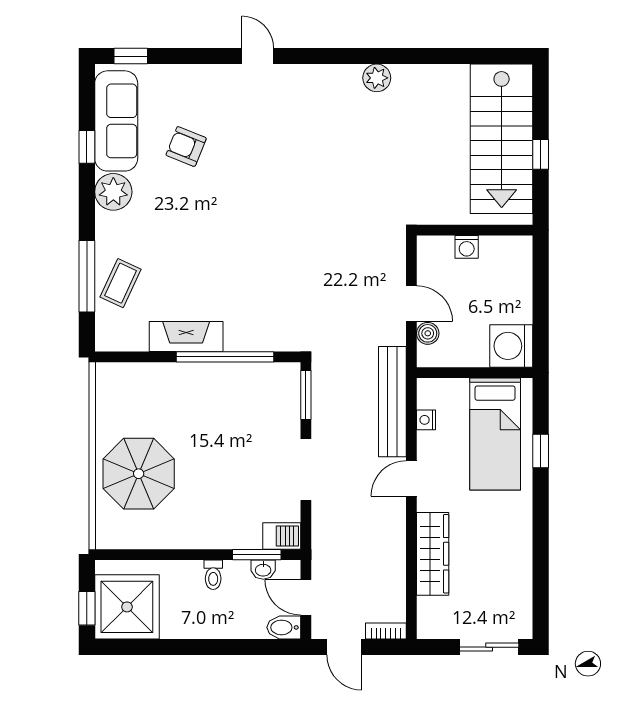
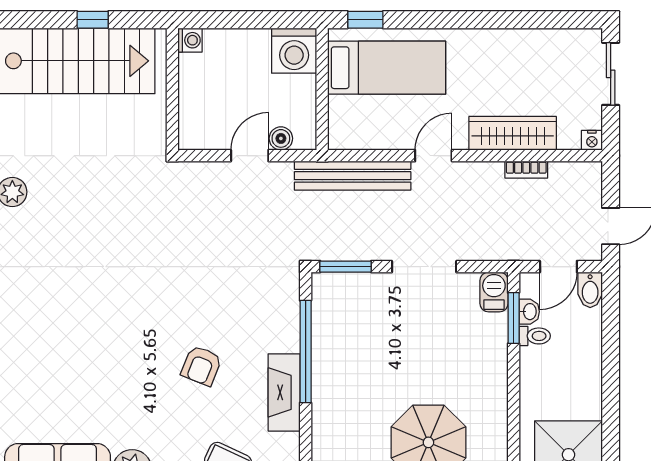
armchair: (186, 147) -> (201, 366), moved
washing machine: (467, 247) -> (190, 40), moved
nightstand: (426, 420) -> (592, 140), moved
window: (541, 451) -> (365, 20), moved
door: (411, 478) -> (433, 156), swing flipped
toilet: (213, 575) -> (535, 336), moved
bookcase: (386, 631) -> (526, 170), moved, turned -90

